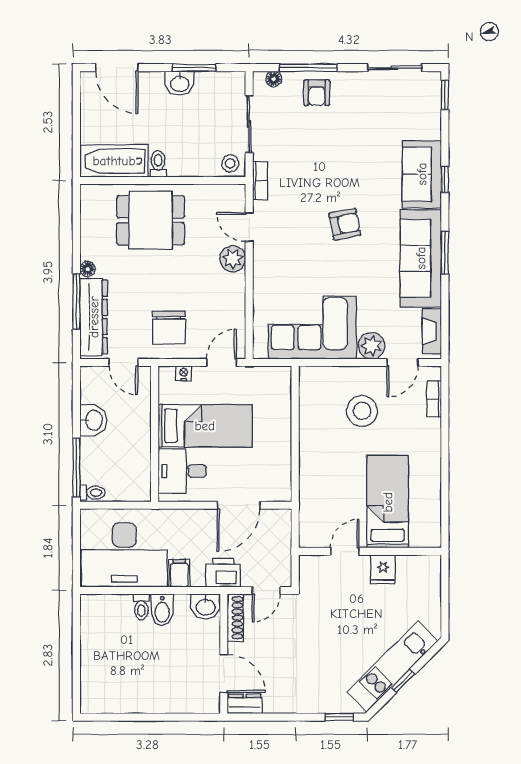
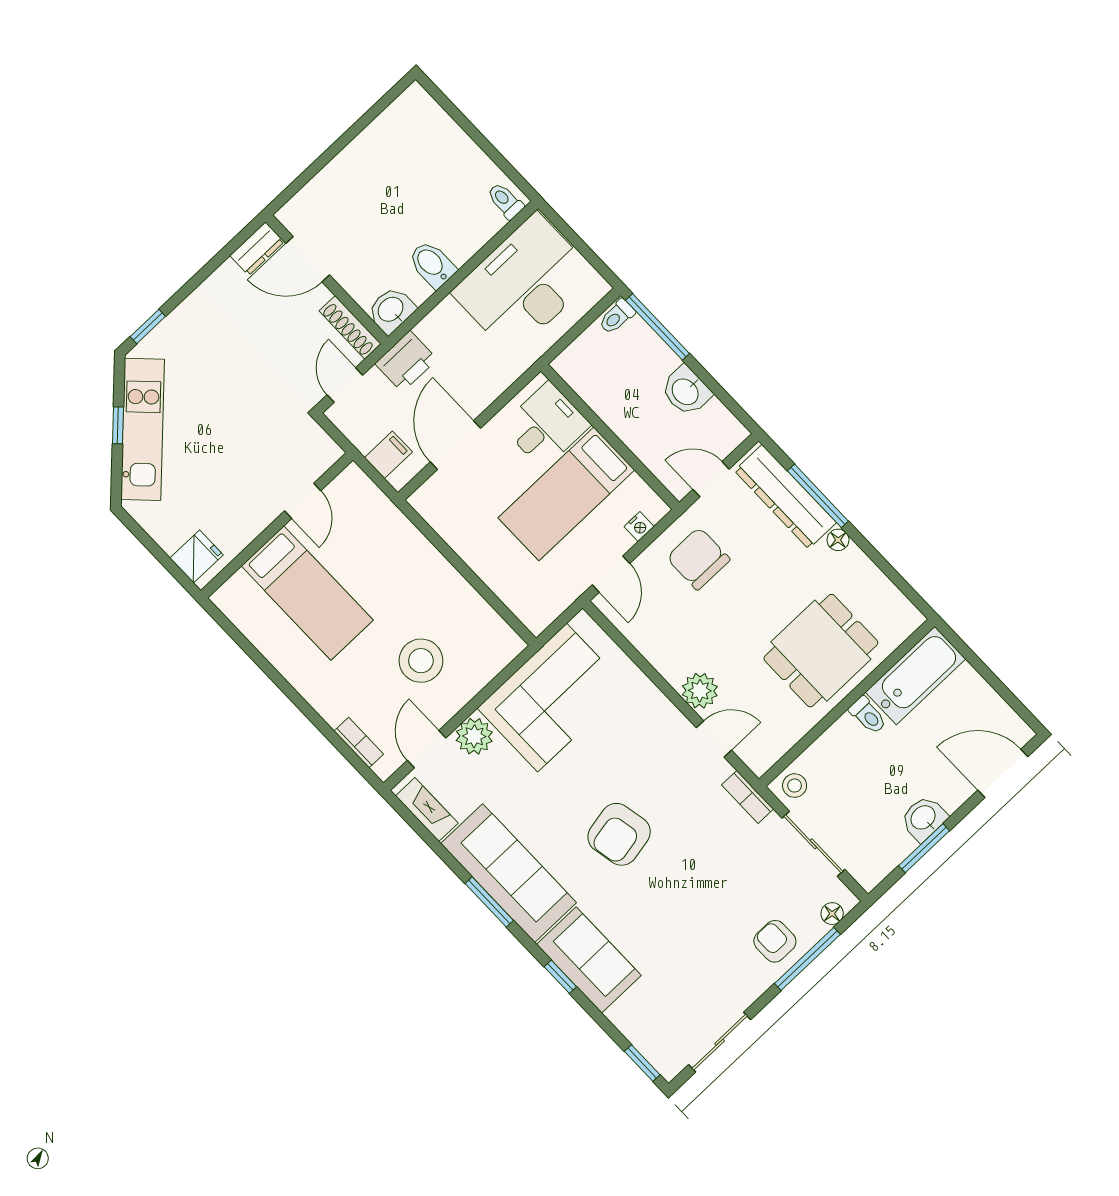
armchair: (345, 224) -> (619, 834), width x1.38, depth x1.38
fridge: (383, 569) -> (196, 556), moved, turned 90
filing cabinet: (179, 573) -> (388, 455), moved, turned -90
toilet: (141, 607) -> (505, 201), moved

